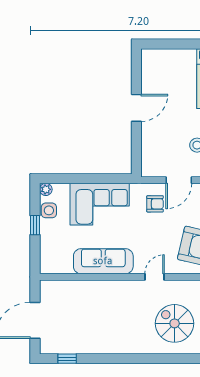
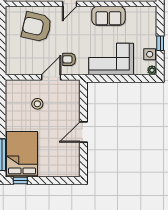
sofa: (103, 261) -> (108, 16), width x0.73

